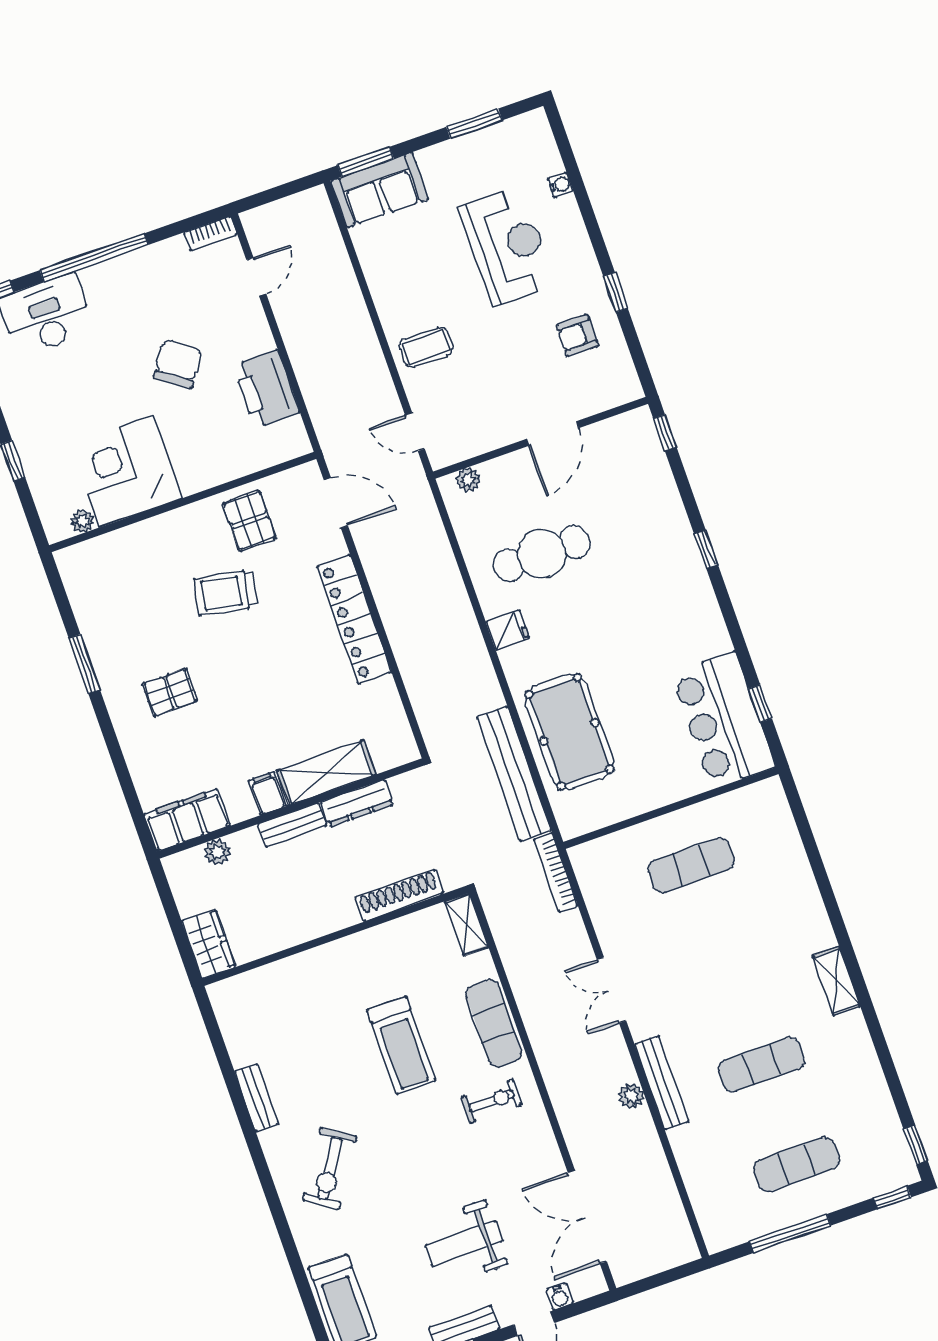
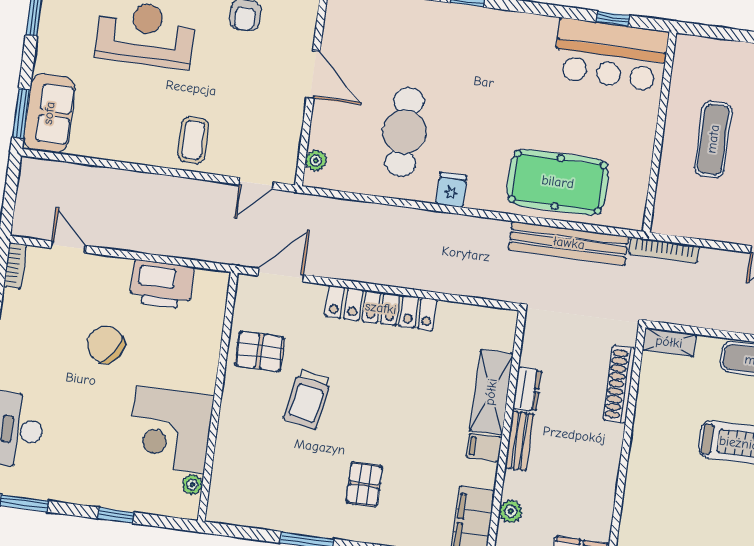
dresser: (357, 803) -> (527, 389), width x0.70

